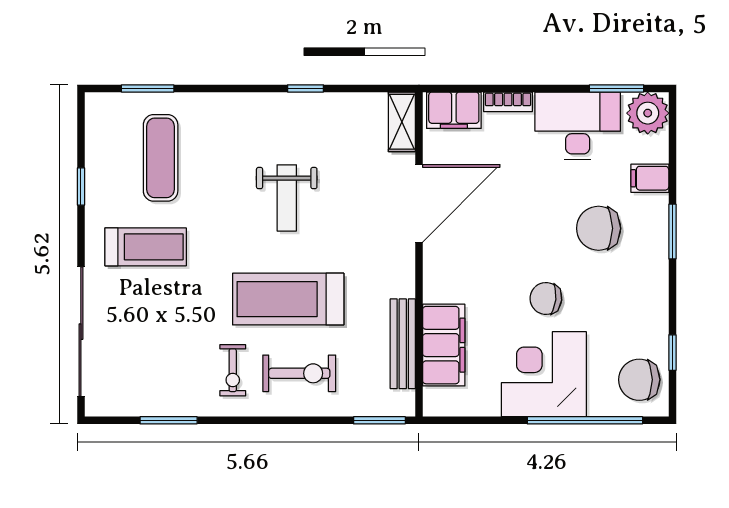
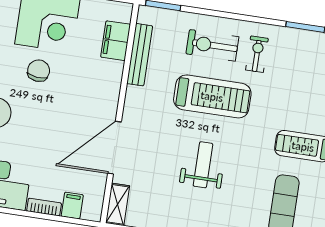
filing cabinet: (454, 110) -> (72, 206), width x0.50
chair: (546, 298) -> (39, 71), turned -90
filing cabinet: (444, 345) -> (116, 41), width x0.67, depth x0.86

